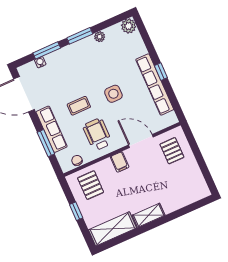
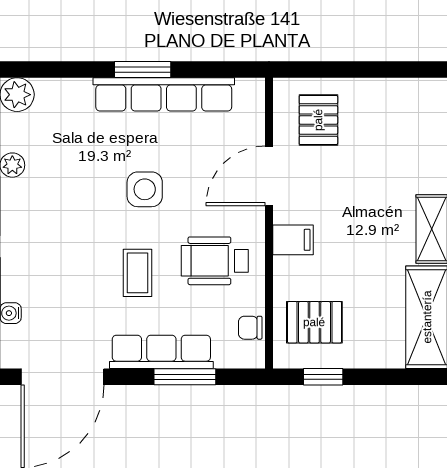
window: (161, 72) -> (143, 69), width x1.50
pallet: (172, 151) -> (318, 120), turned 90
window: (76, 211) -> (323, 377), moved

